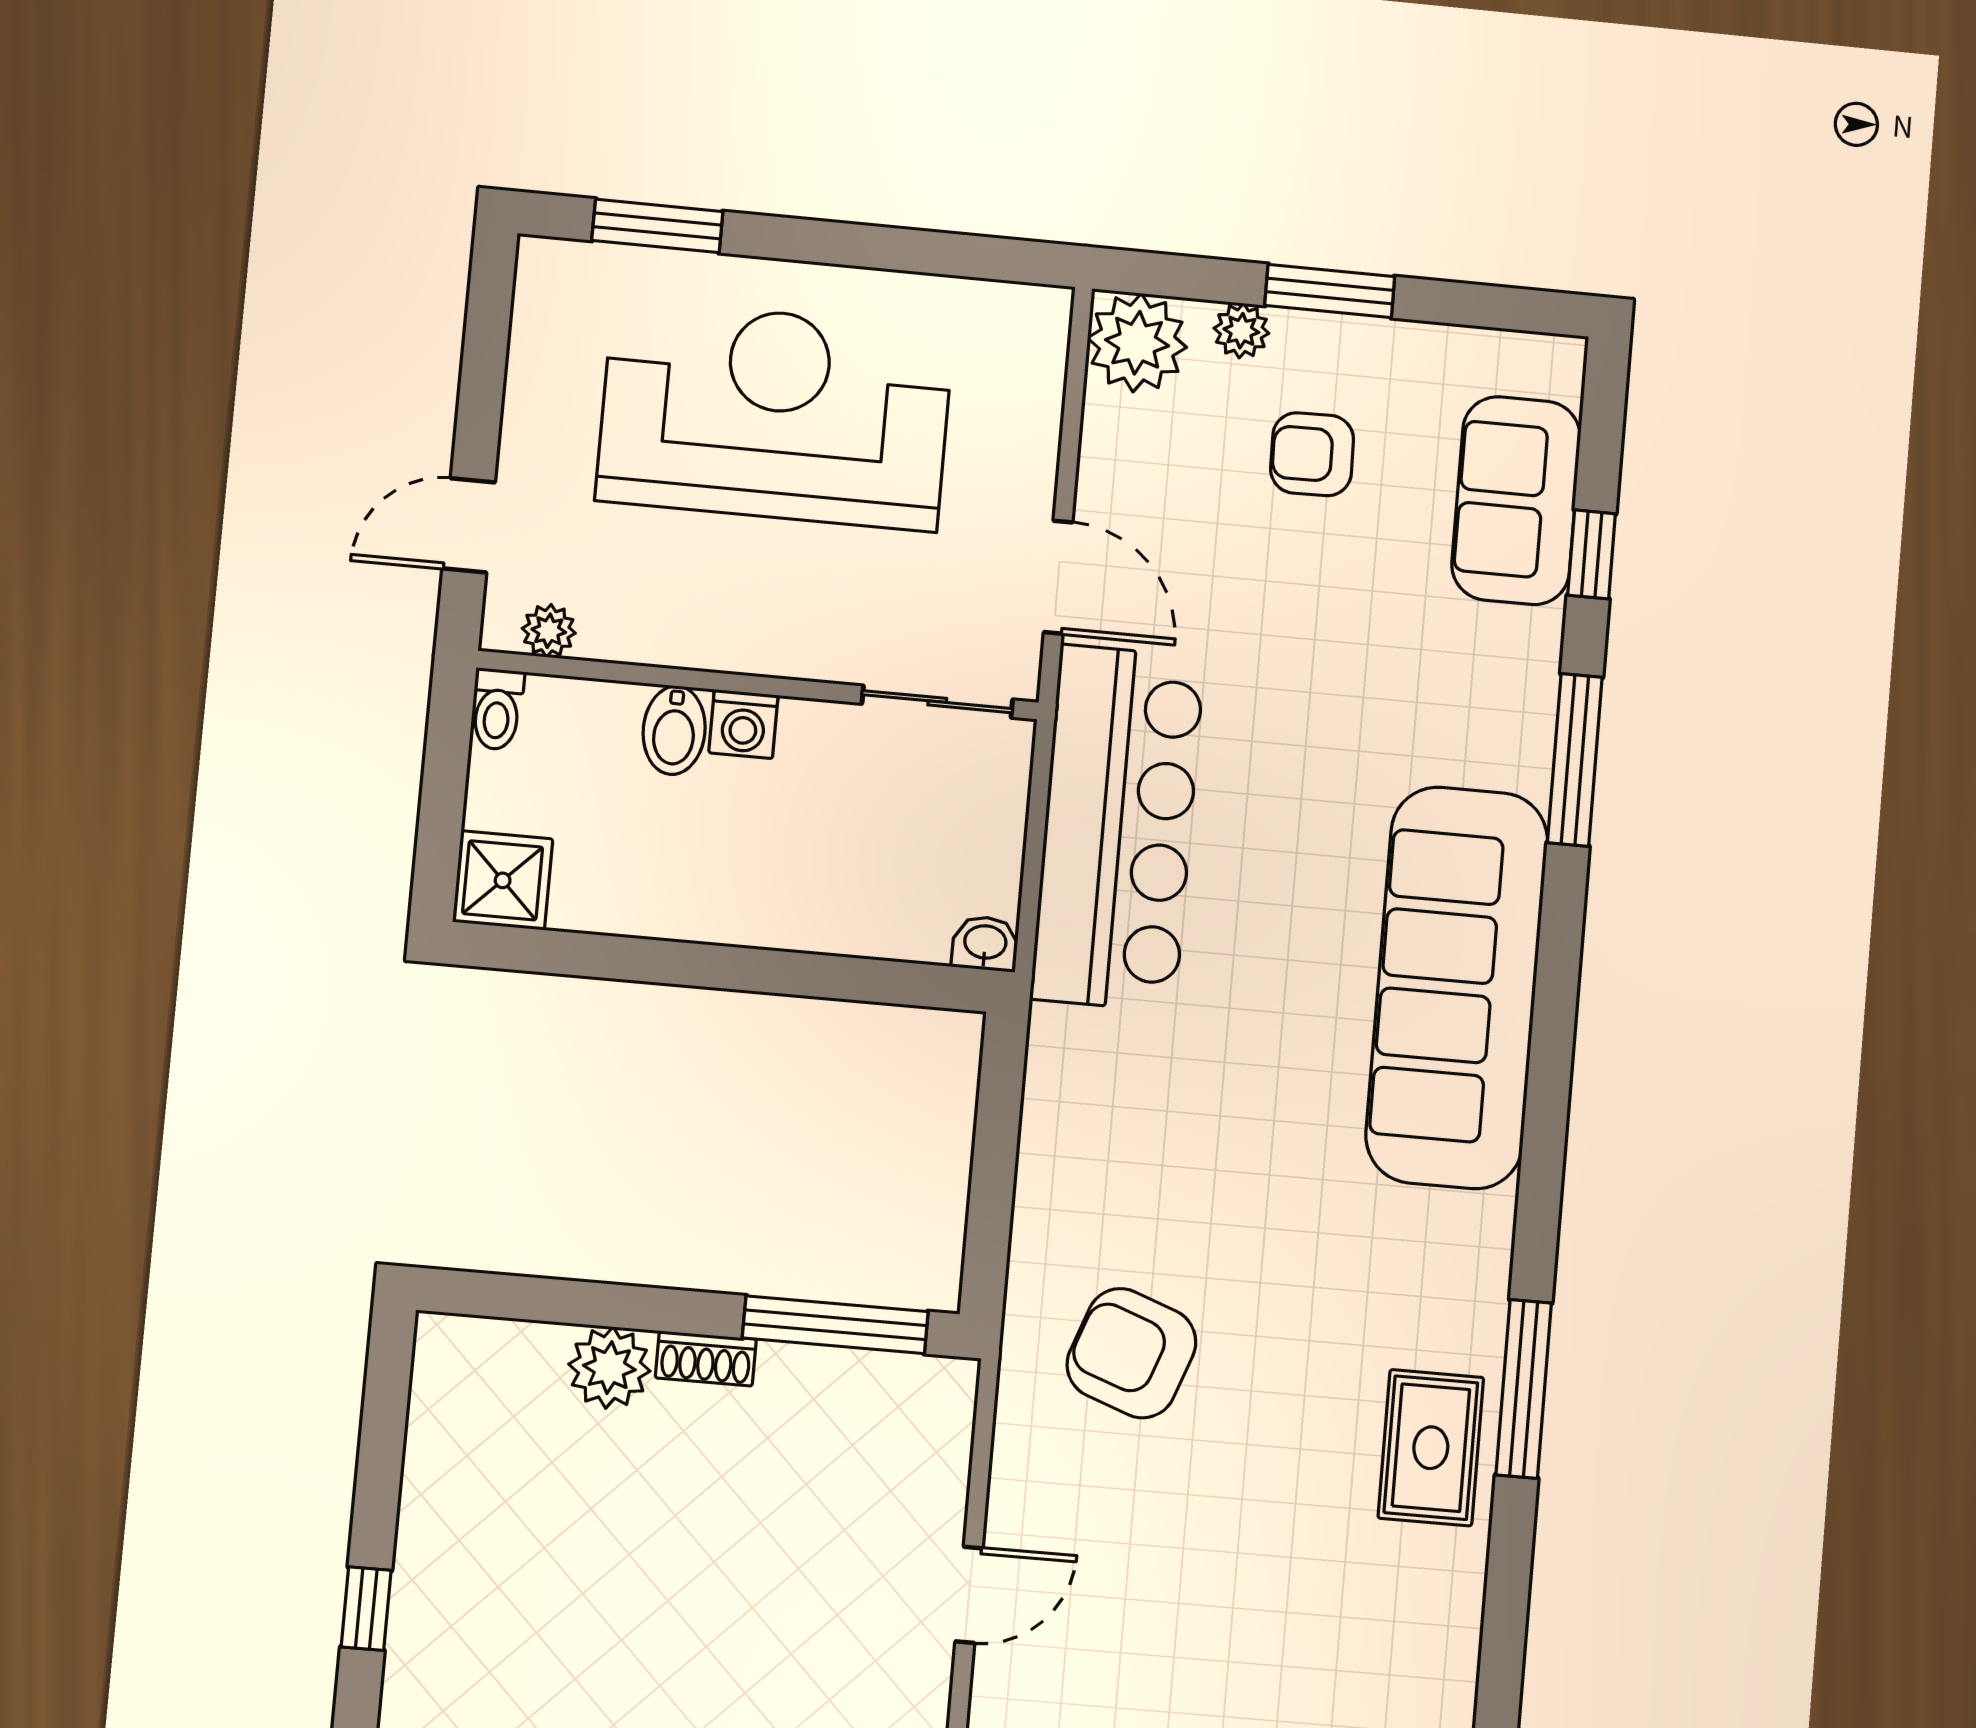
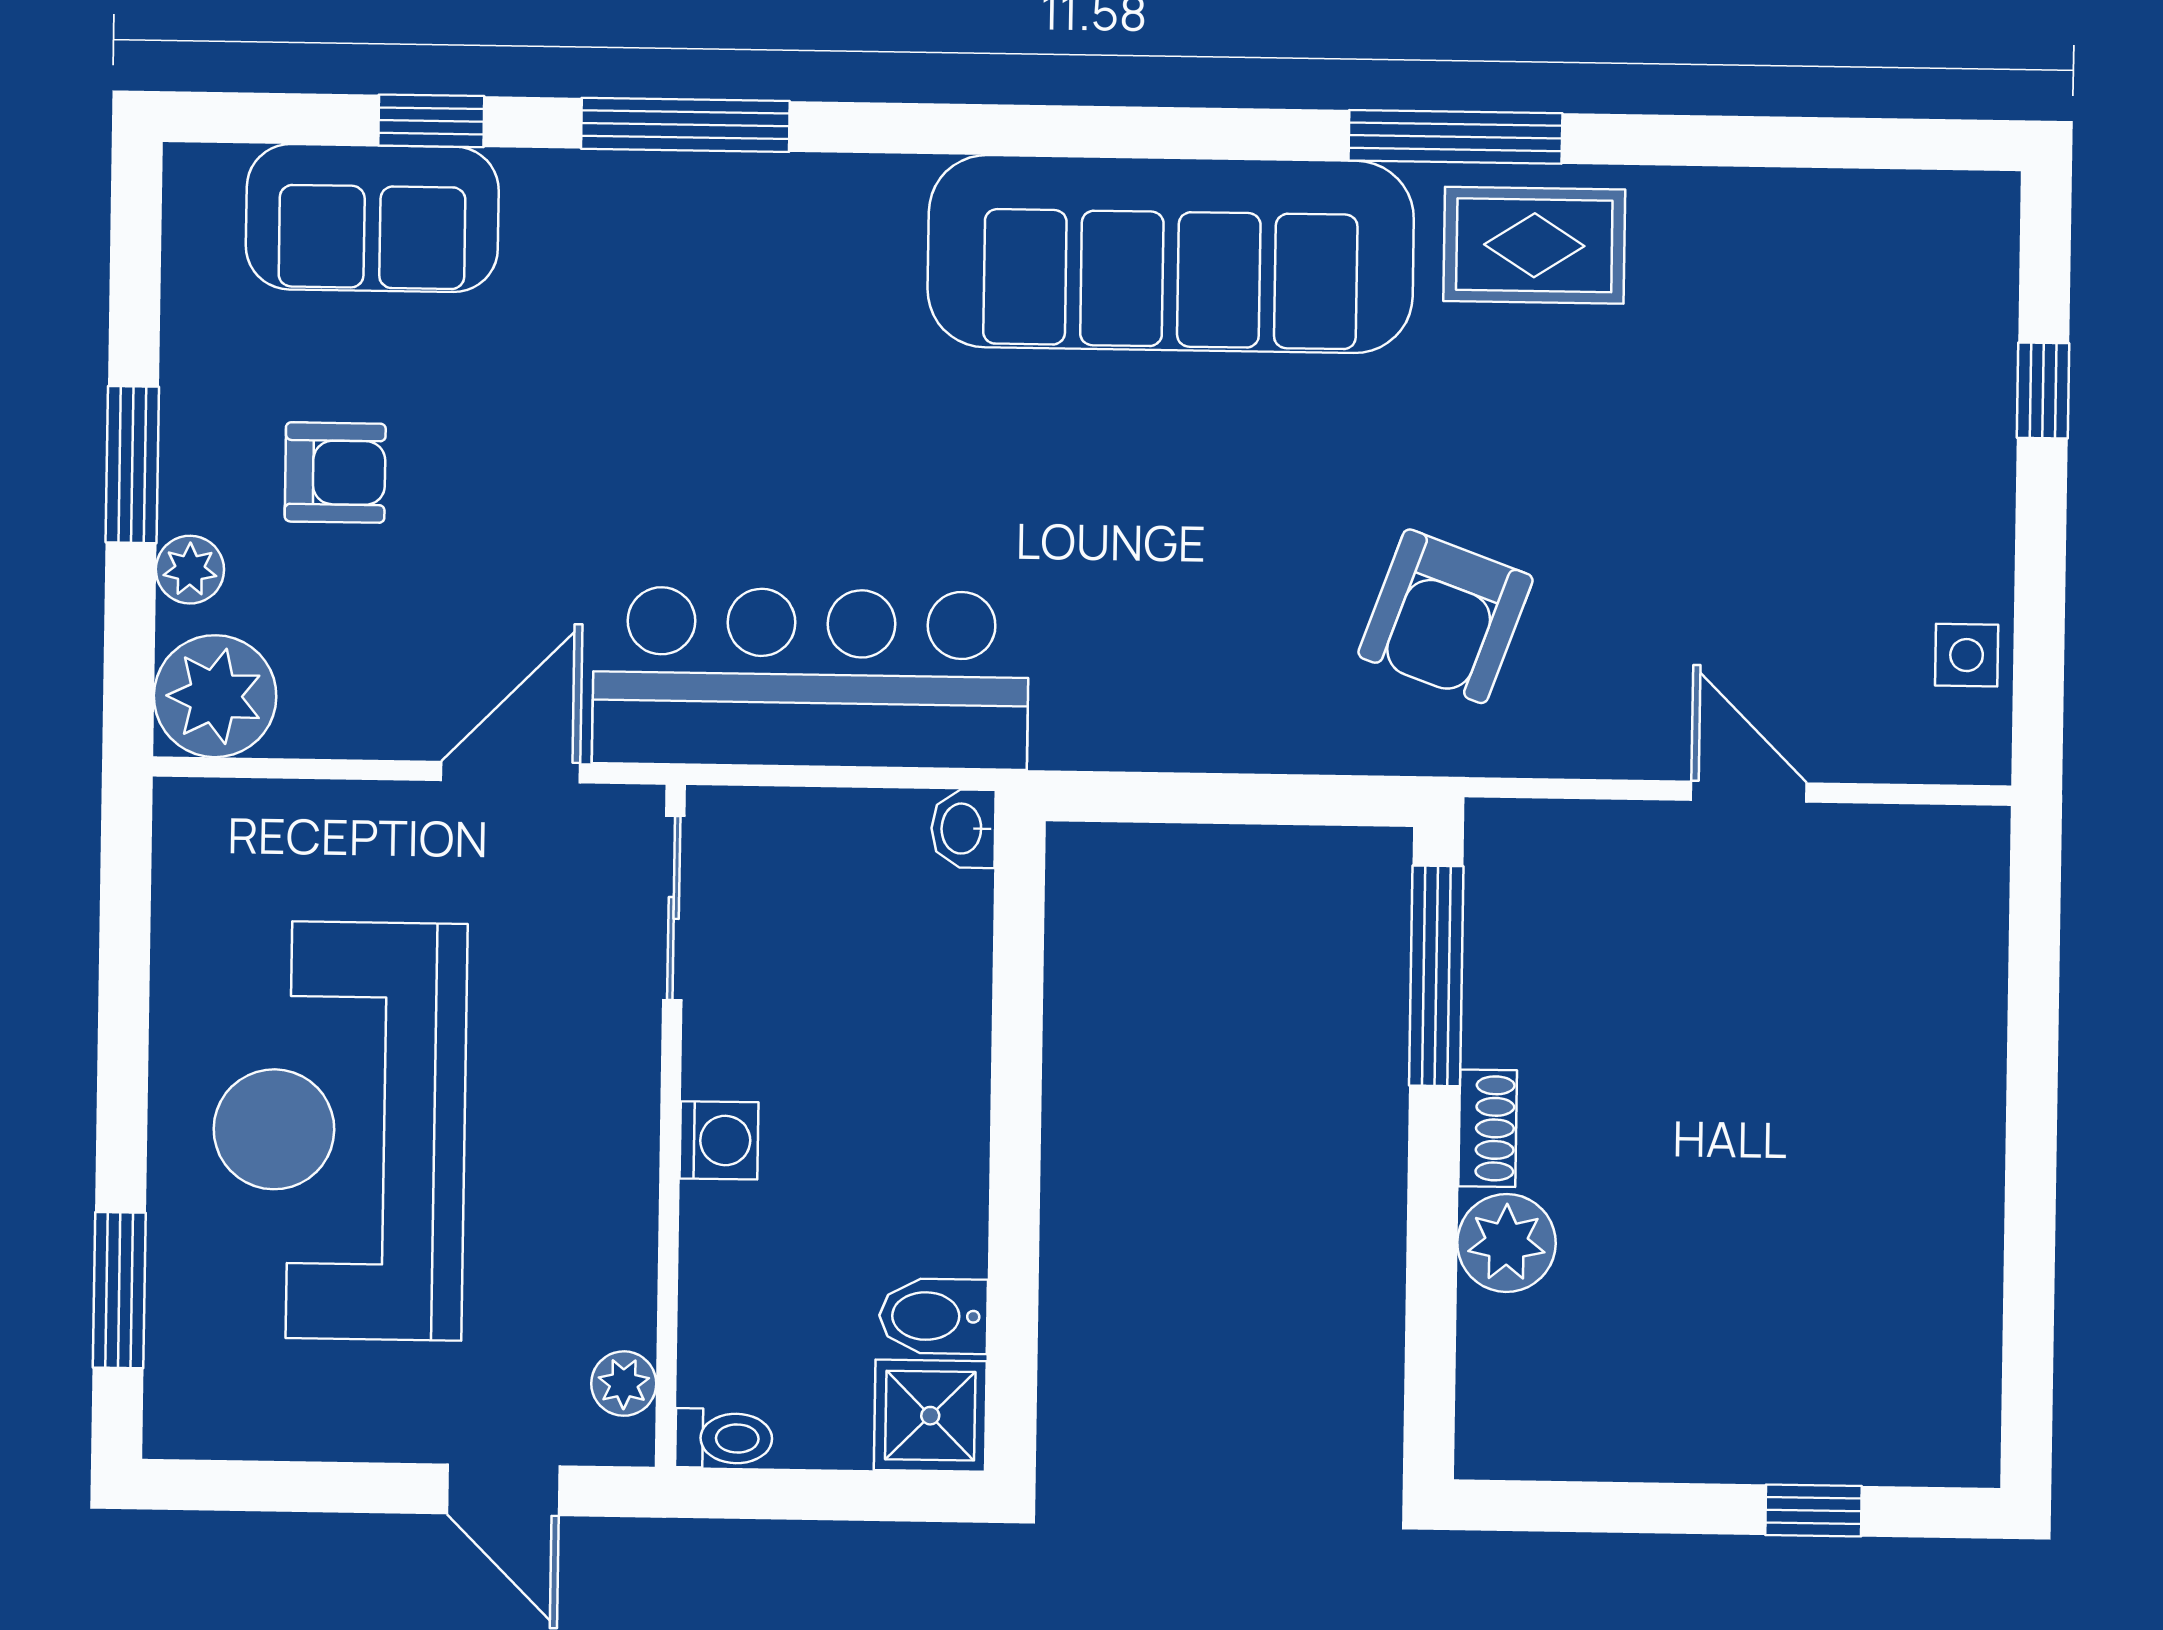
armchair: (1312, 454) -> (335, 473), turned -89
bidet: (674, 730) -> (933, 1316), moved, turned 180
sofa: (1457, 988) -> (1171, 254), moved

